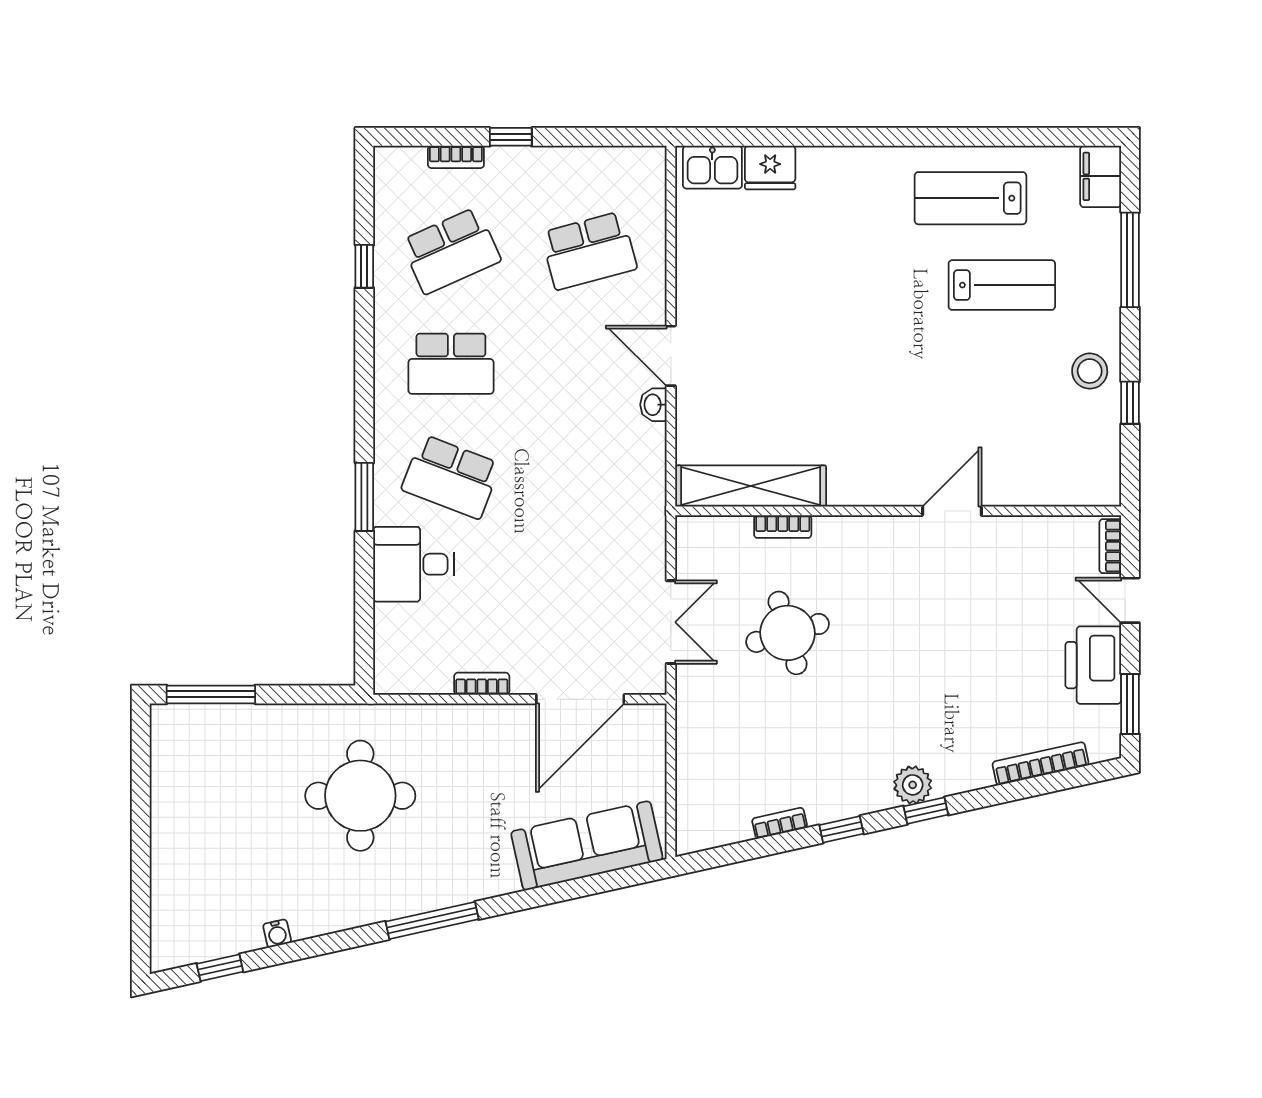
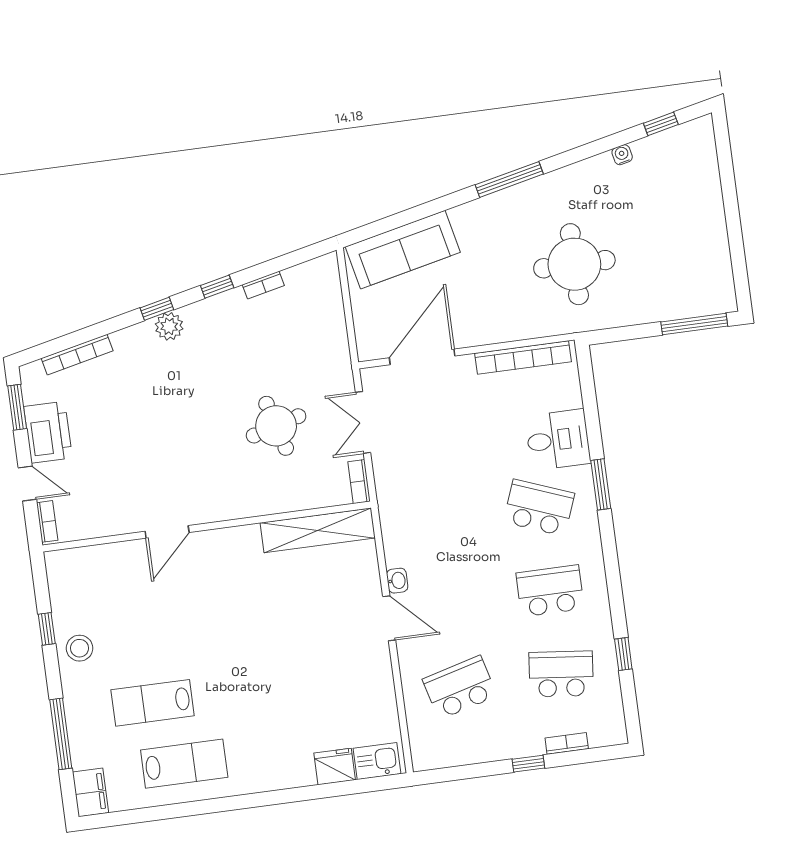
school desk: (451, 251) -> (561, 674), turned 30
bookcase: (783, 527) -> (359, 482), moved, turned -90
bookcase: (482, 684) -> (523, 357), width x2.31, depth x1.31

